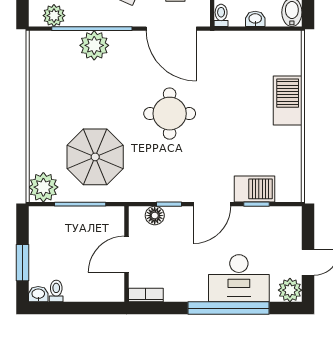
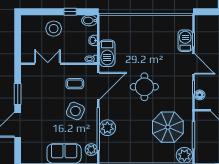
barbecue: (288, 100) -> (107, 53), moved, turned -90

